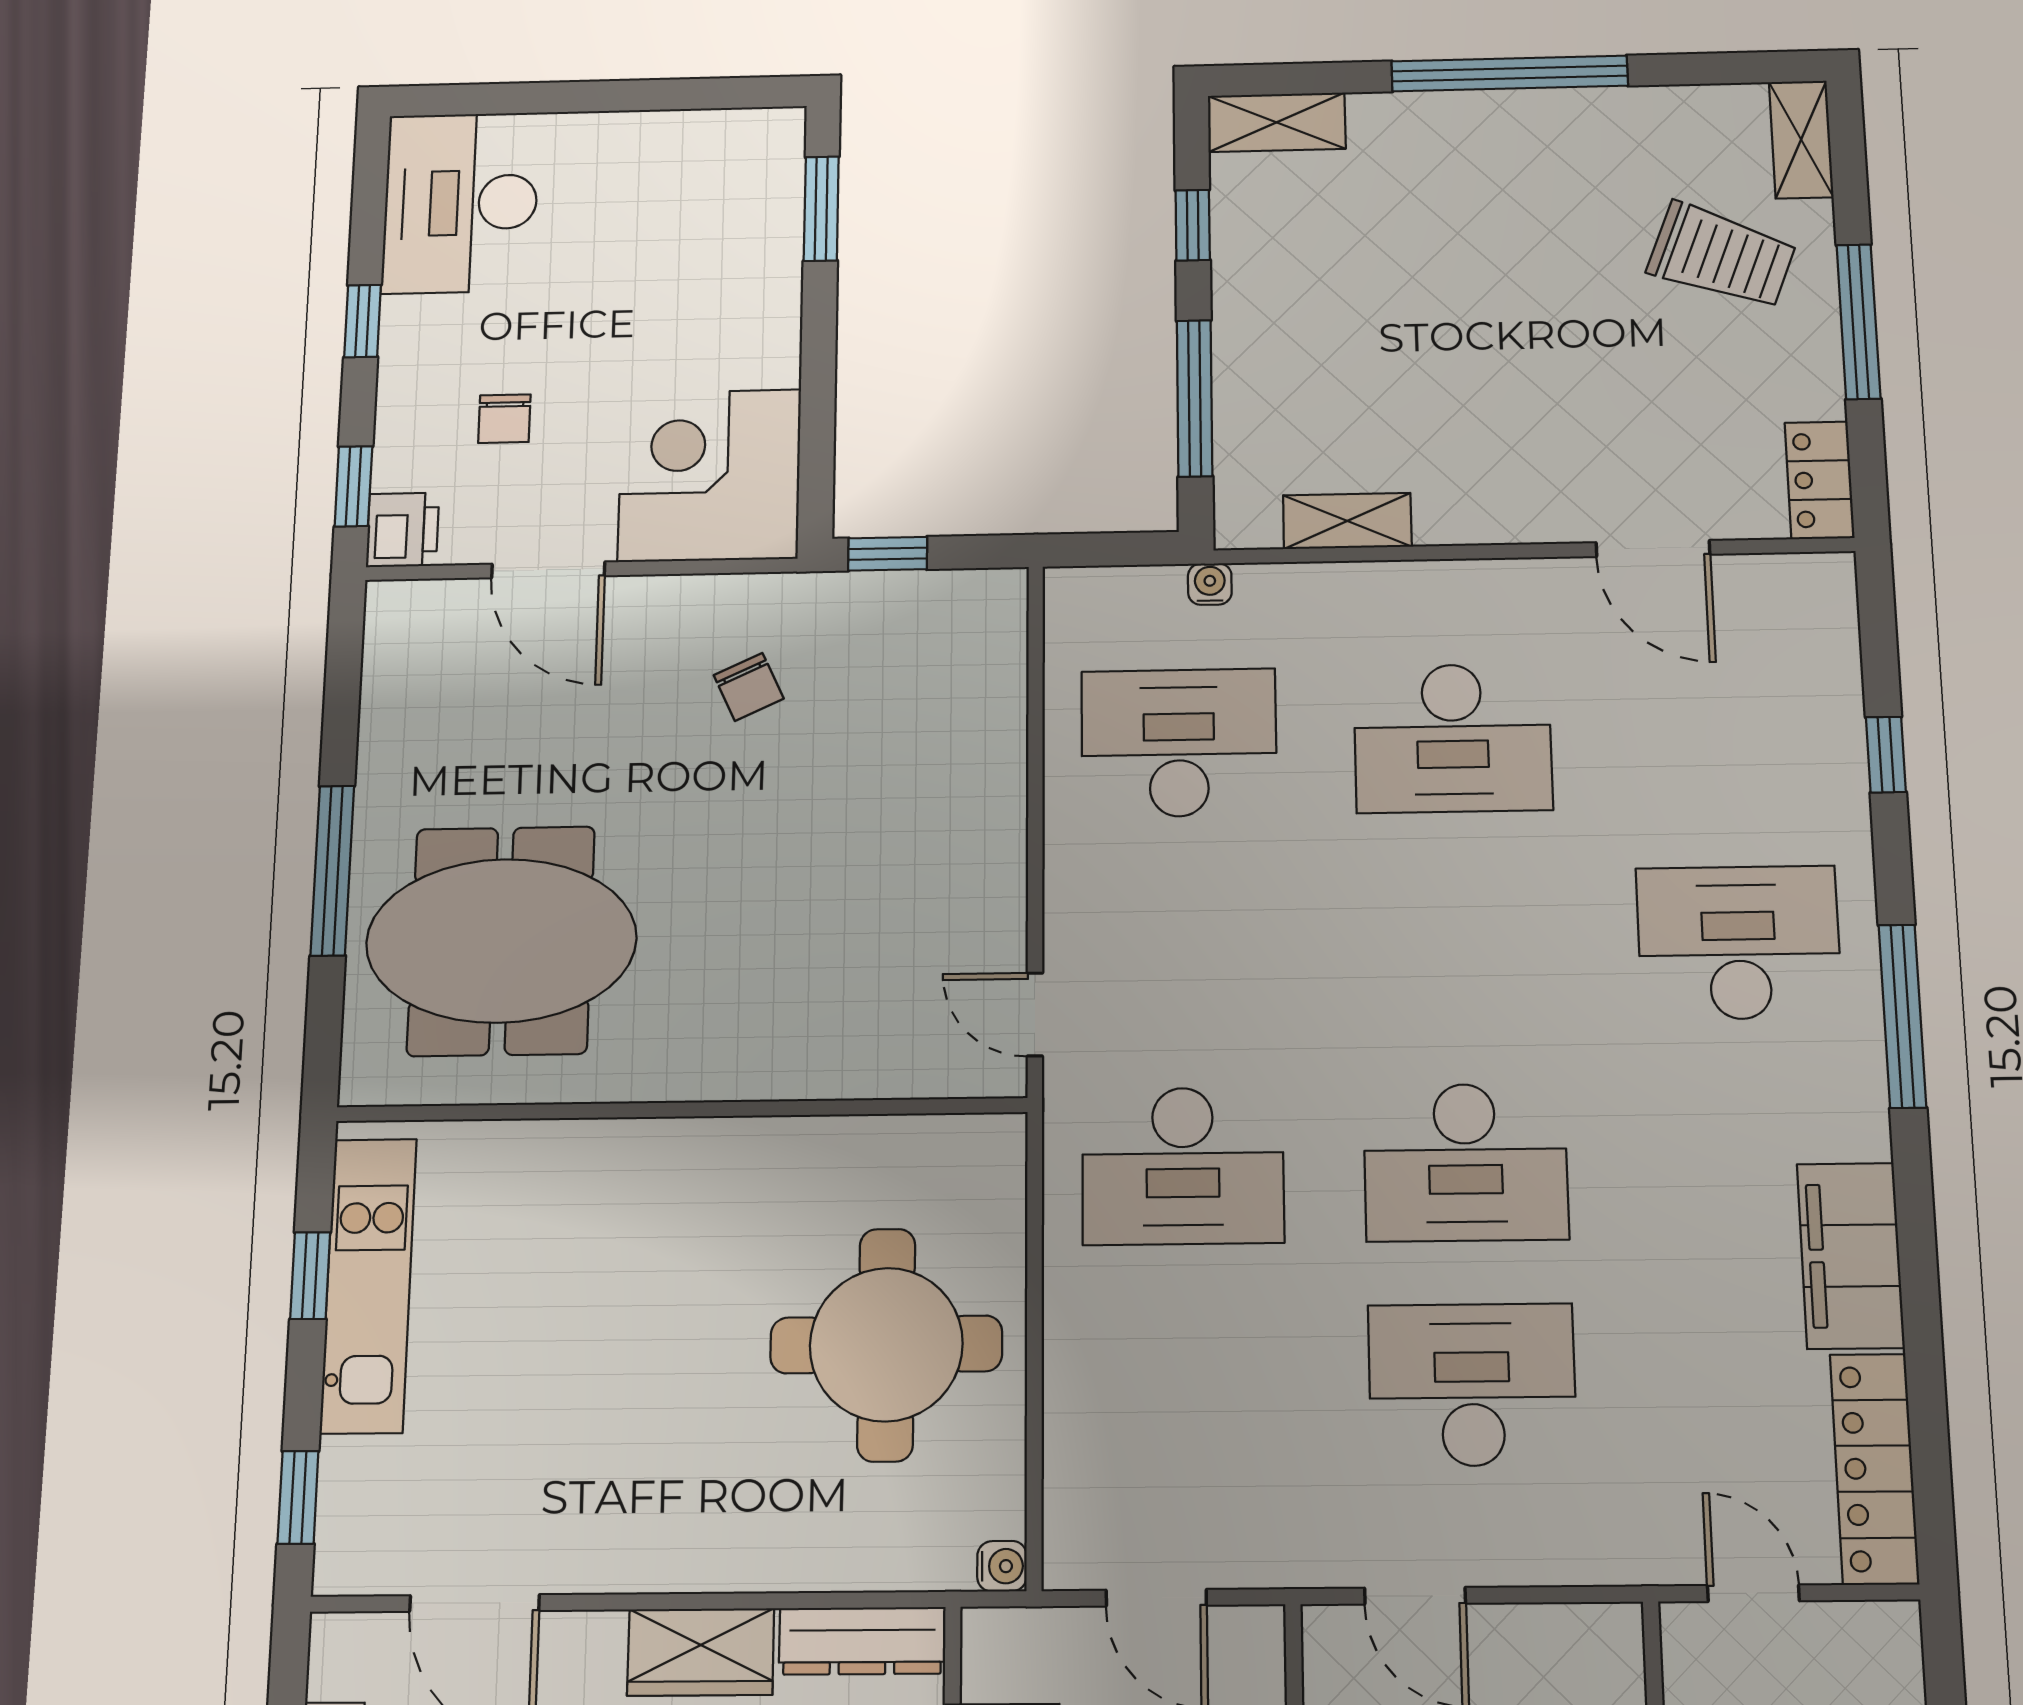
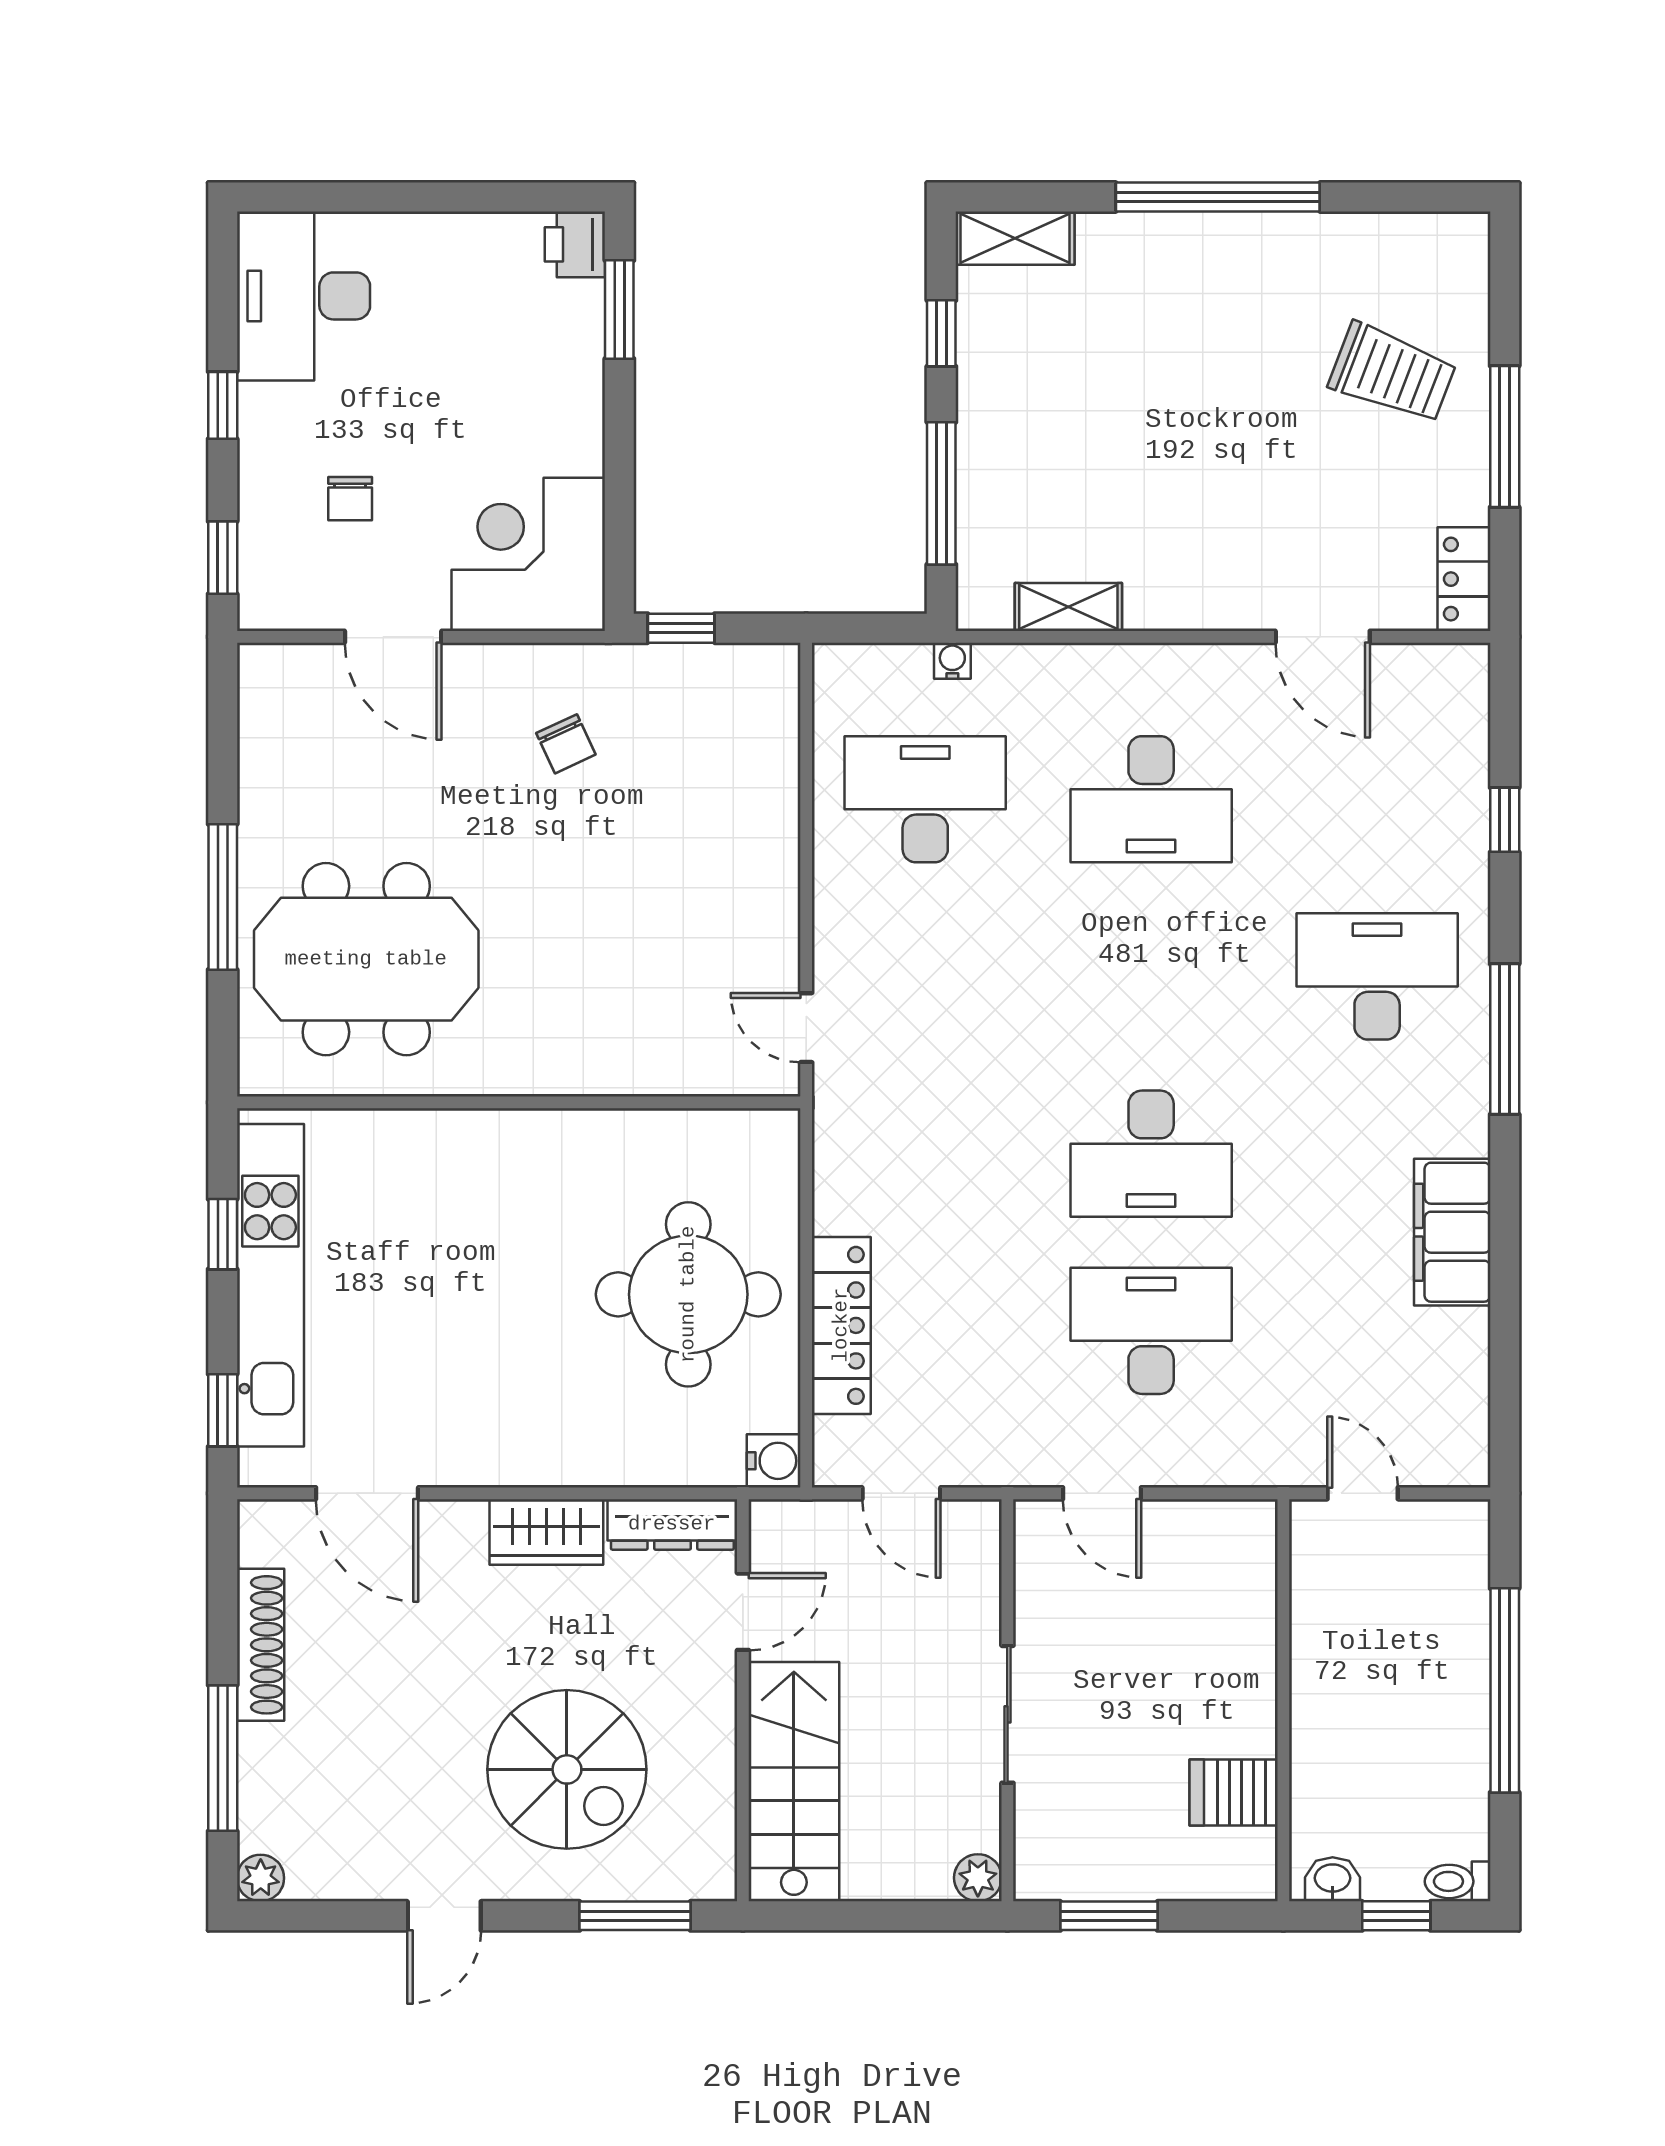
shelving: (1801, 139) -> (1466, 266), removed
printer: (403, 530) -> (575, 244), moved, turned 180
desk: (1183, 1166) -> (925, 1154), removed
kitchen unit: (368, 1285) -> (270, 1285), width x1.36
locker: (1874, 1469) -> (841, 1325), moved, turned 180
water cooler: (1002, 1566) -> (774, 1461), width x1.38, depth x1.38

